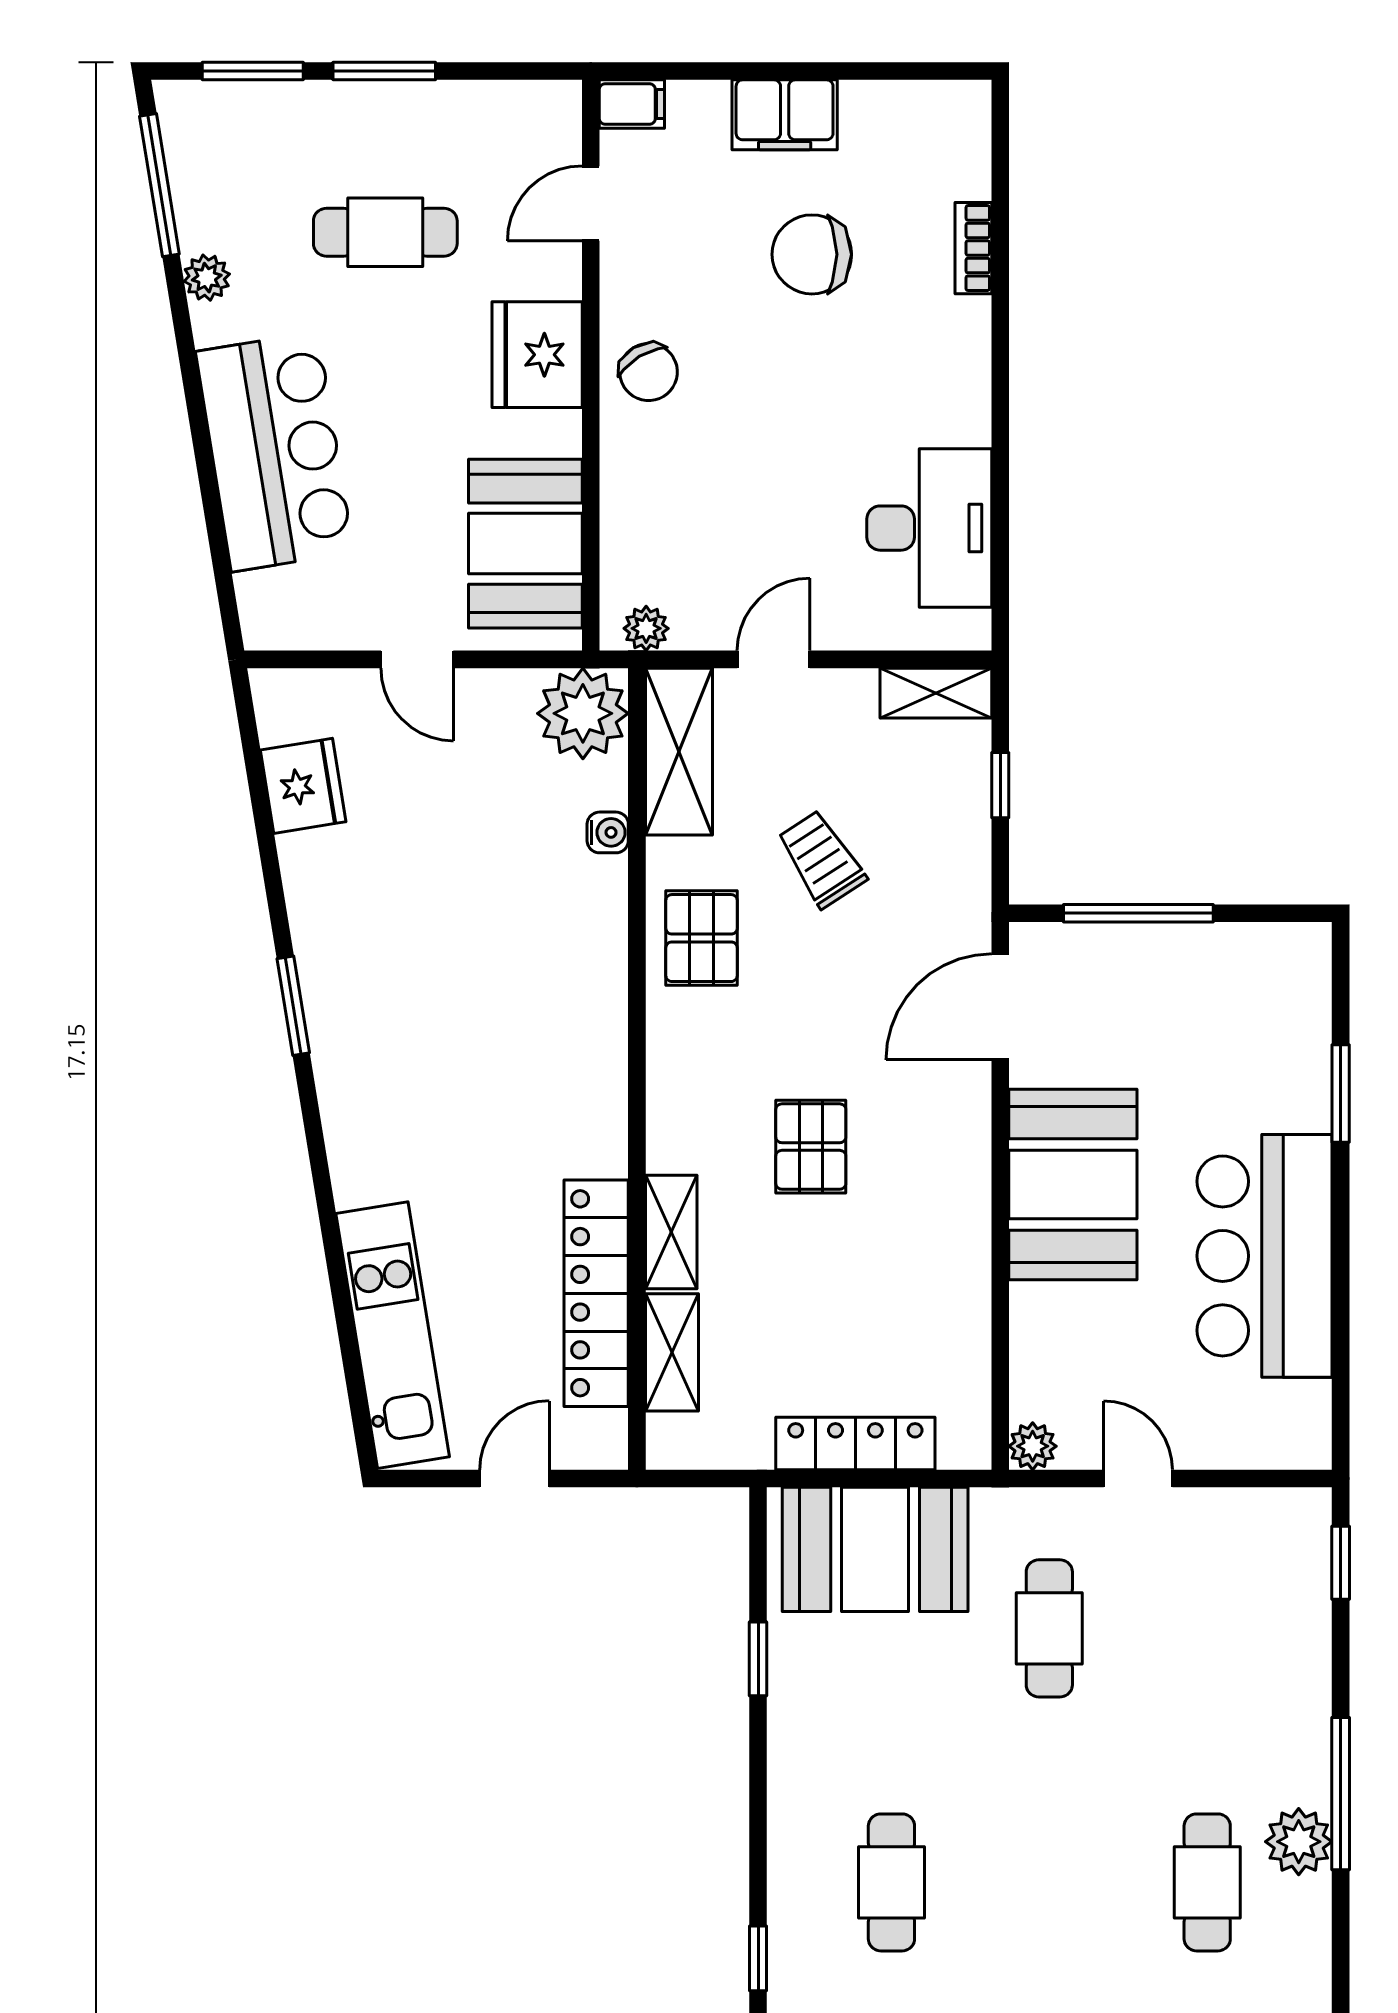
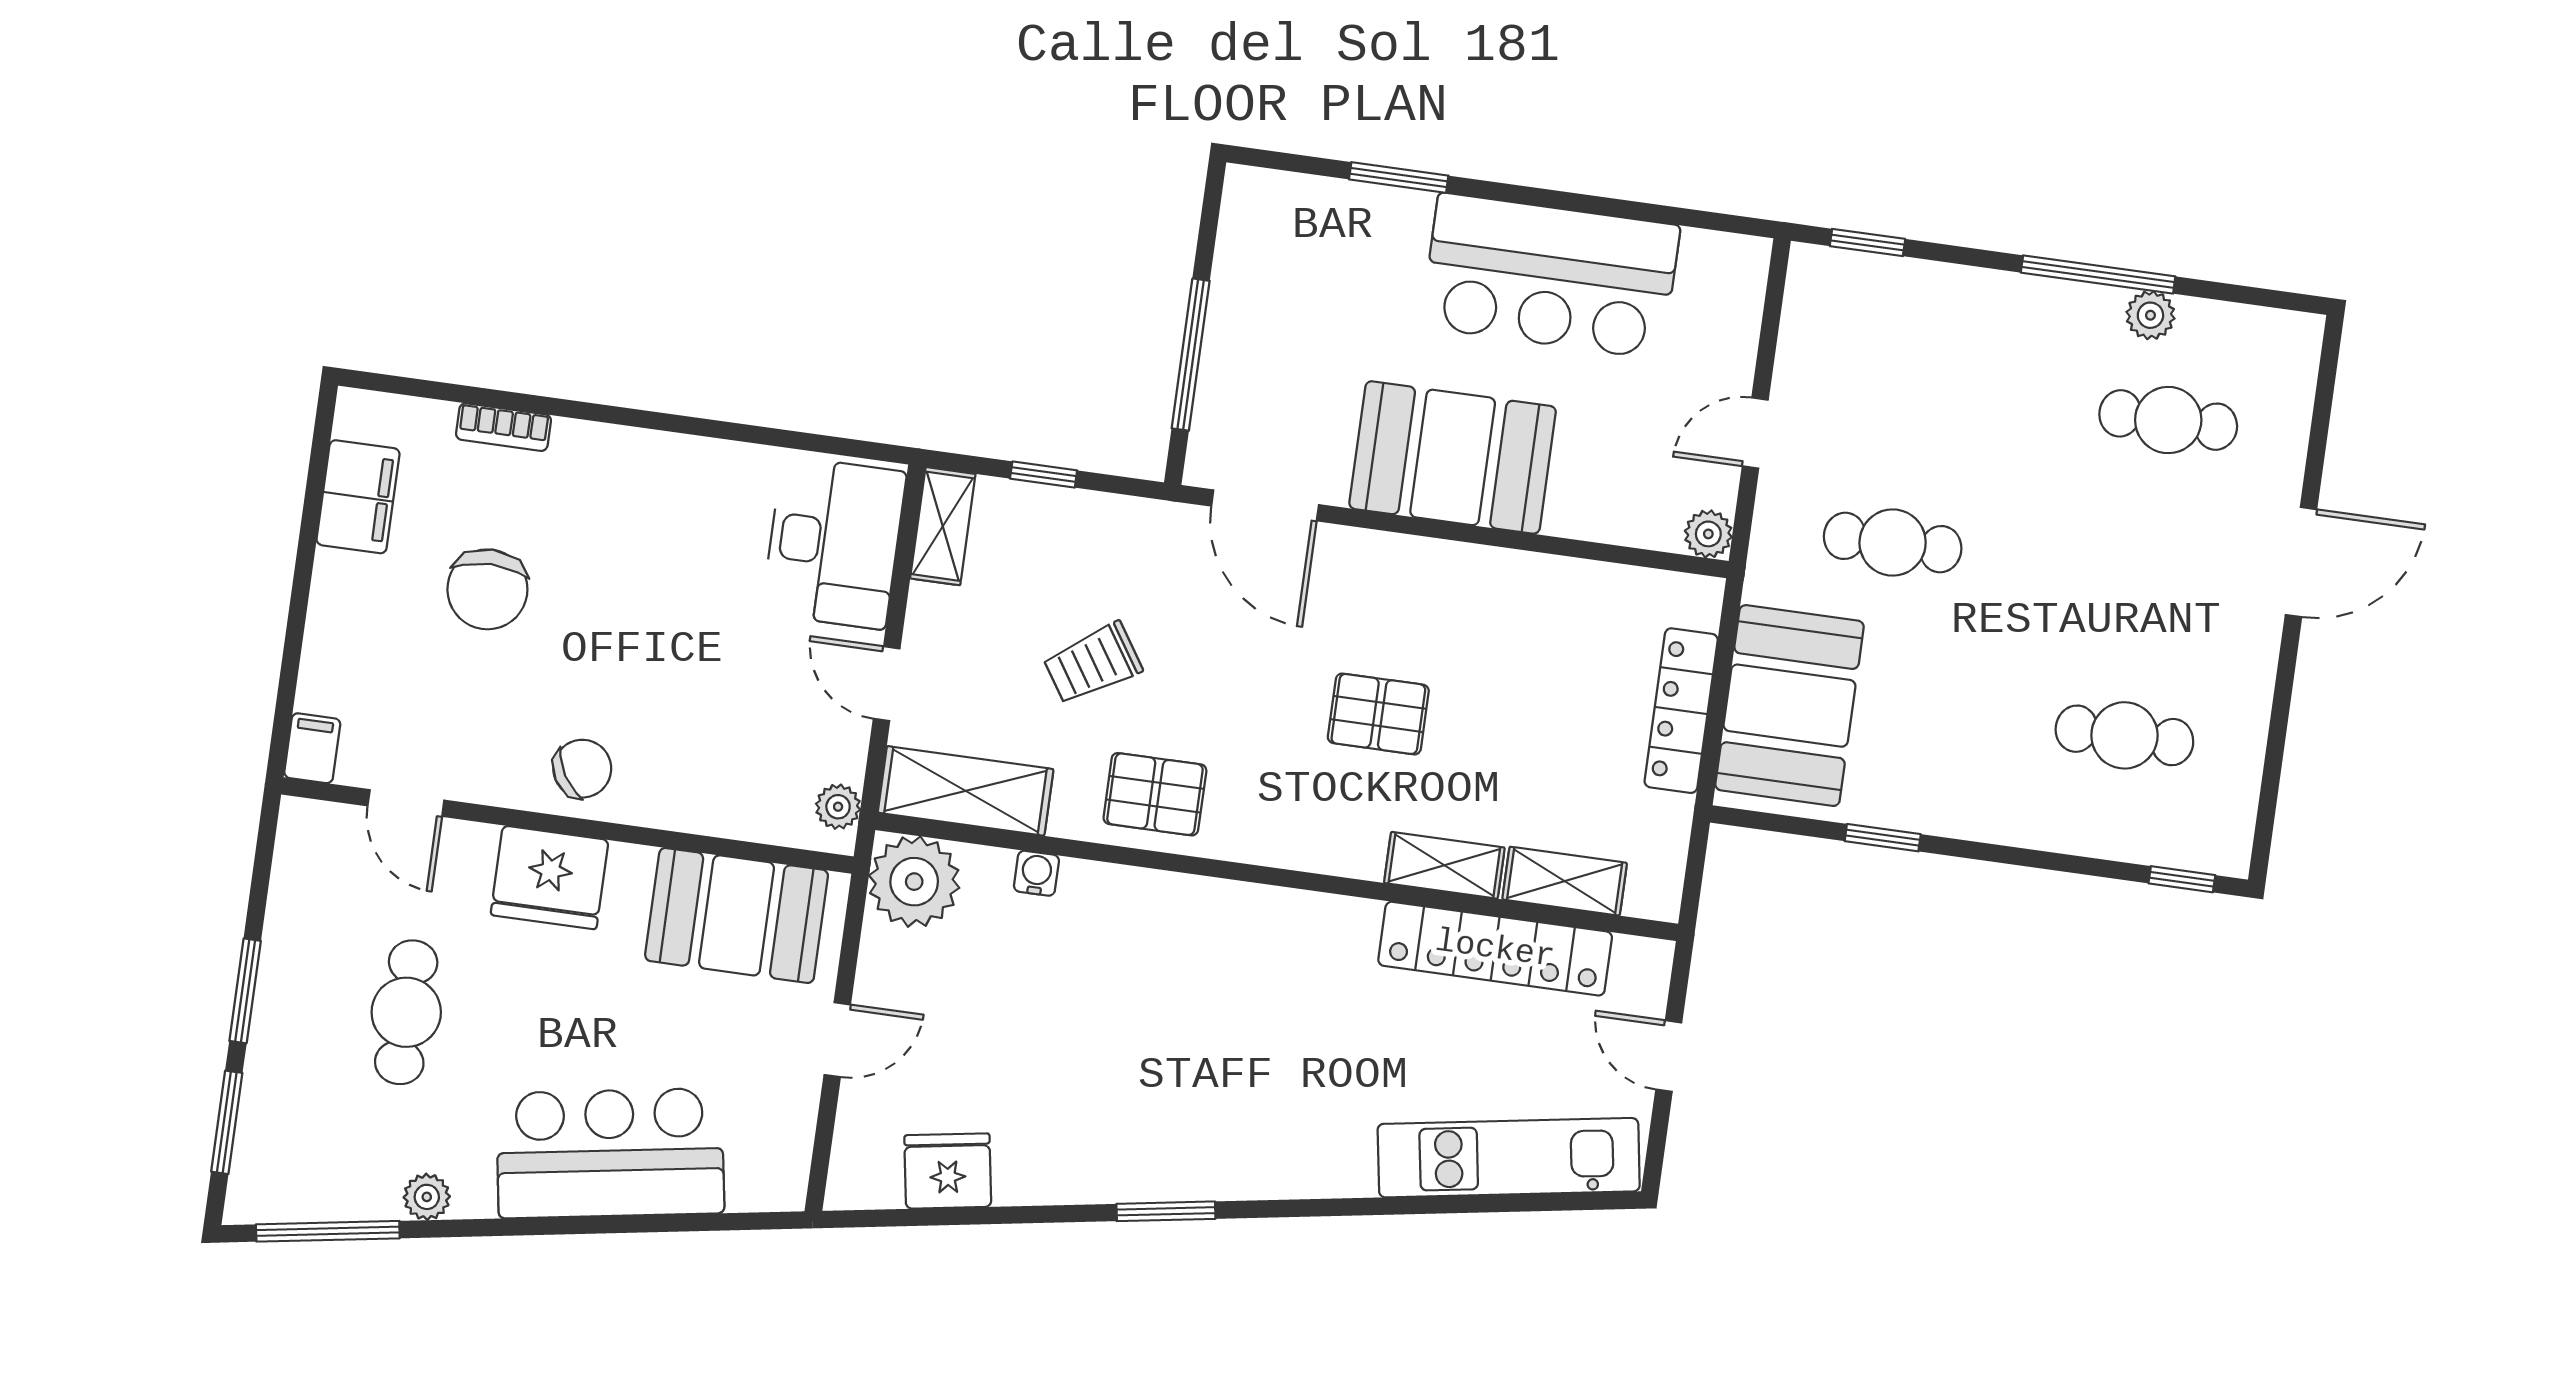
filing cabinet: (785, 115) -> (358, 497), moved
desk: (929, 528) -> (834, 543), moved, turned 90
plant: (1299, 1842) -> (2150, 315), width x0.73, depth x0.73

